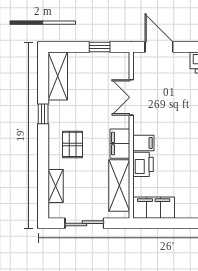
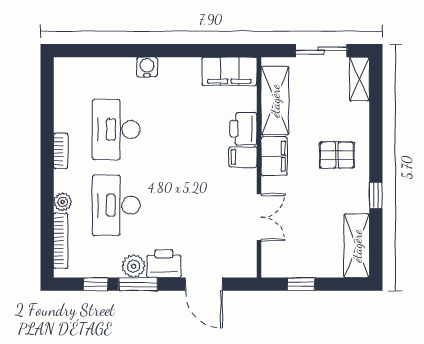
door: (159, 47) -> (204, 284), moved
pallet: (72, 144) -> (337, 155), turned 90
shelving: (56, 186) -> (359, 79), moved

